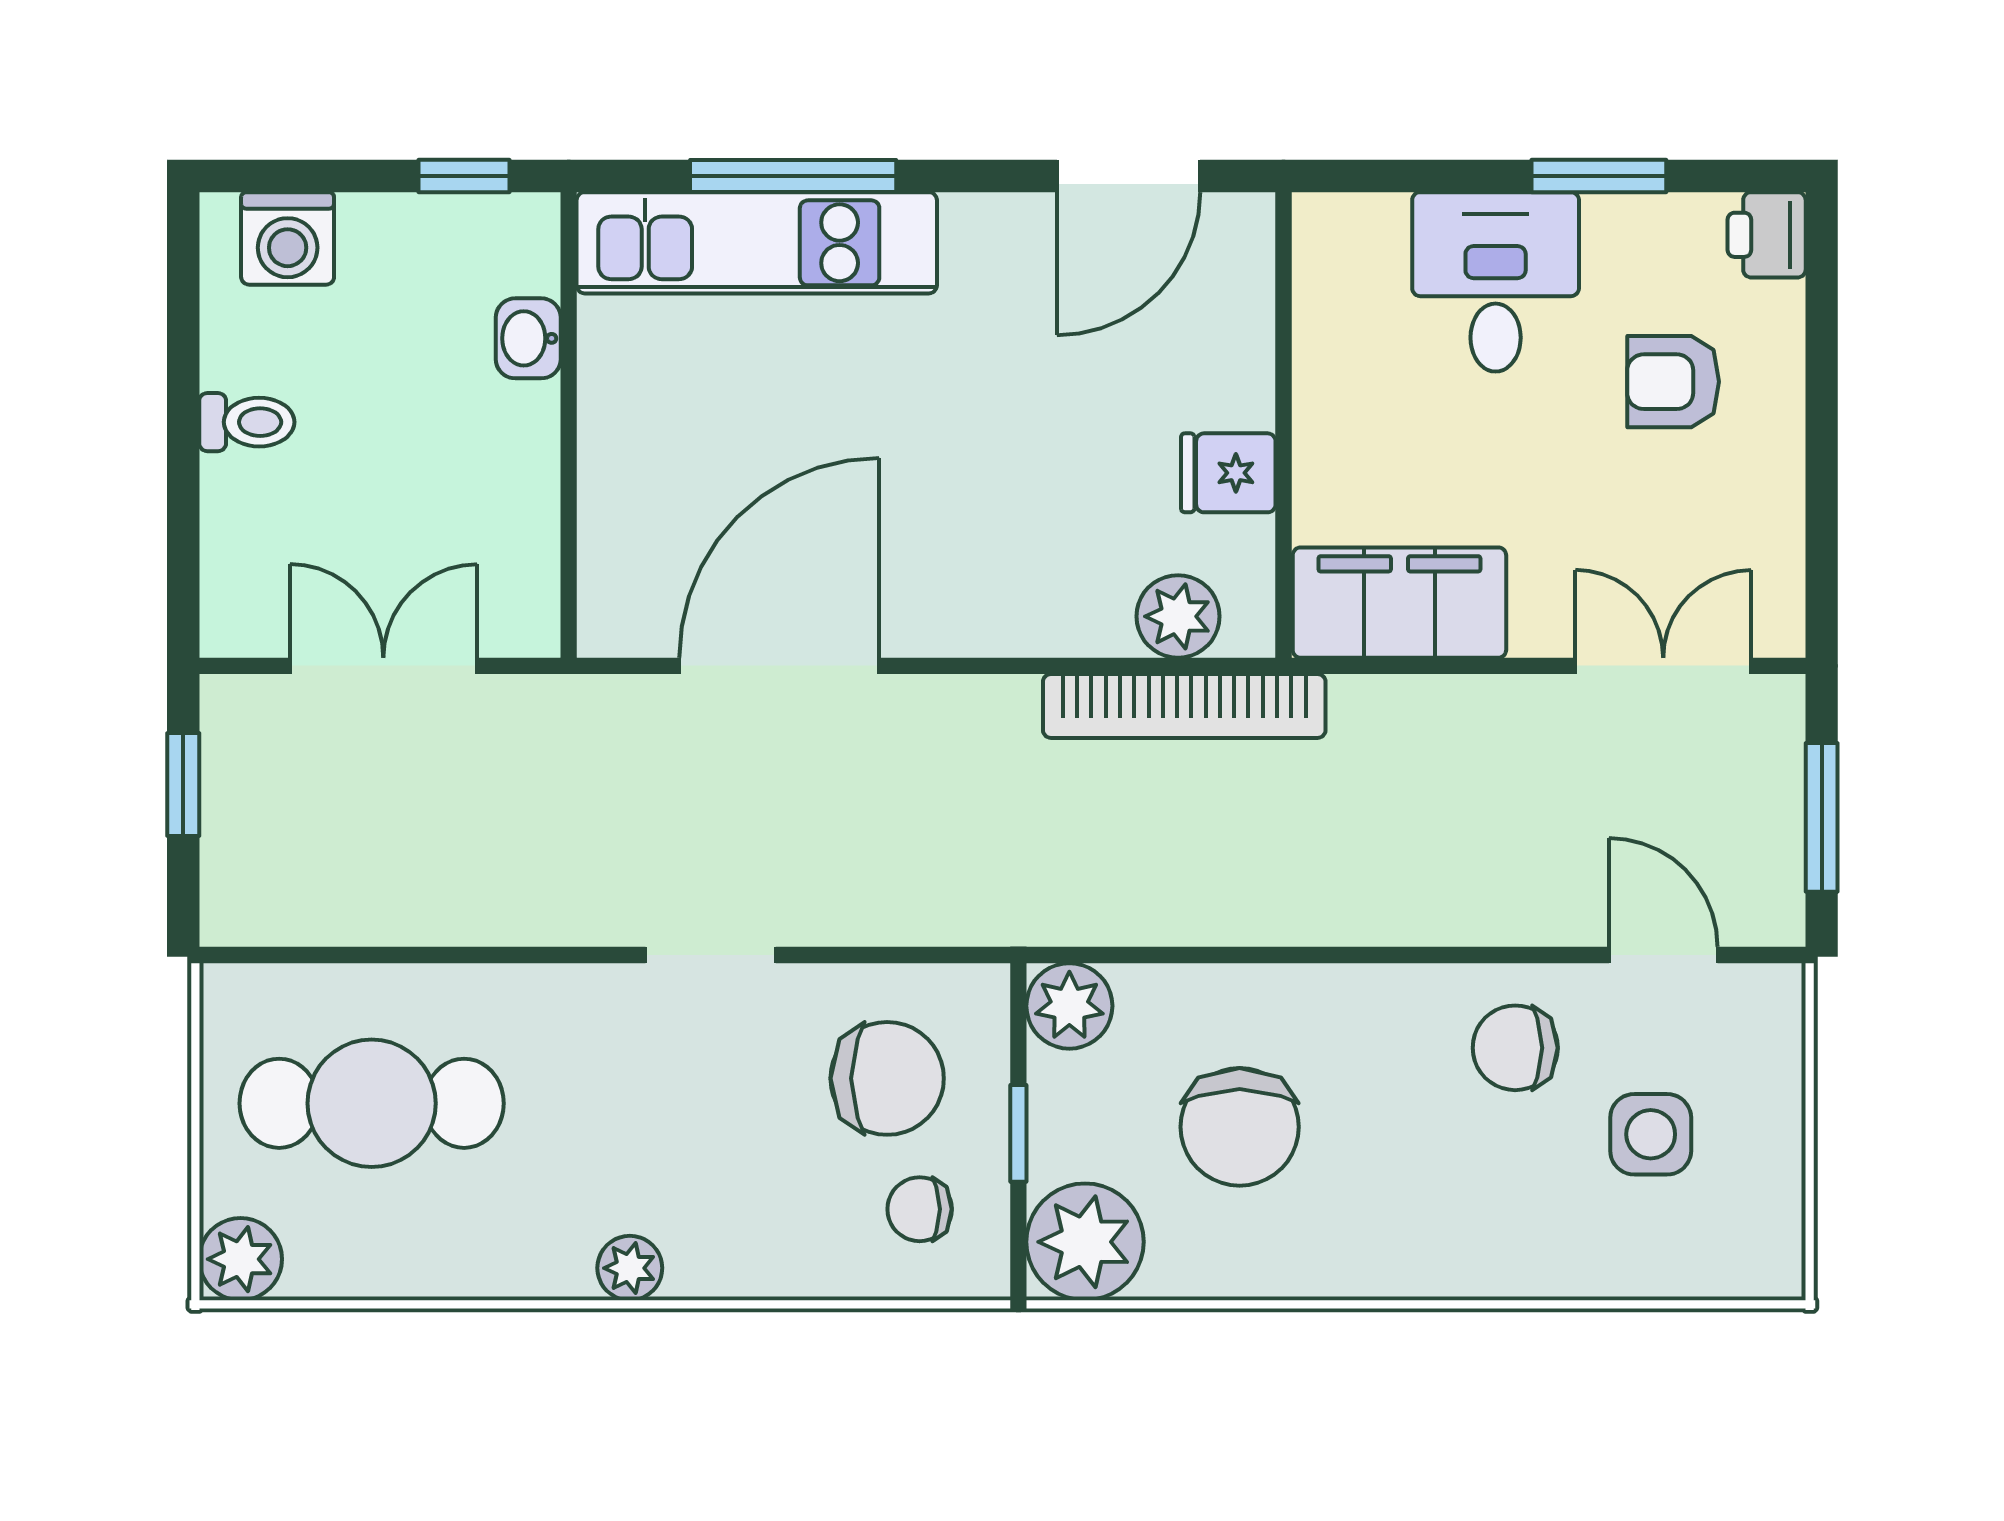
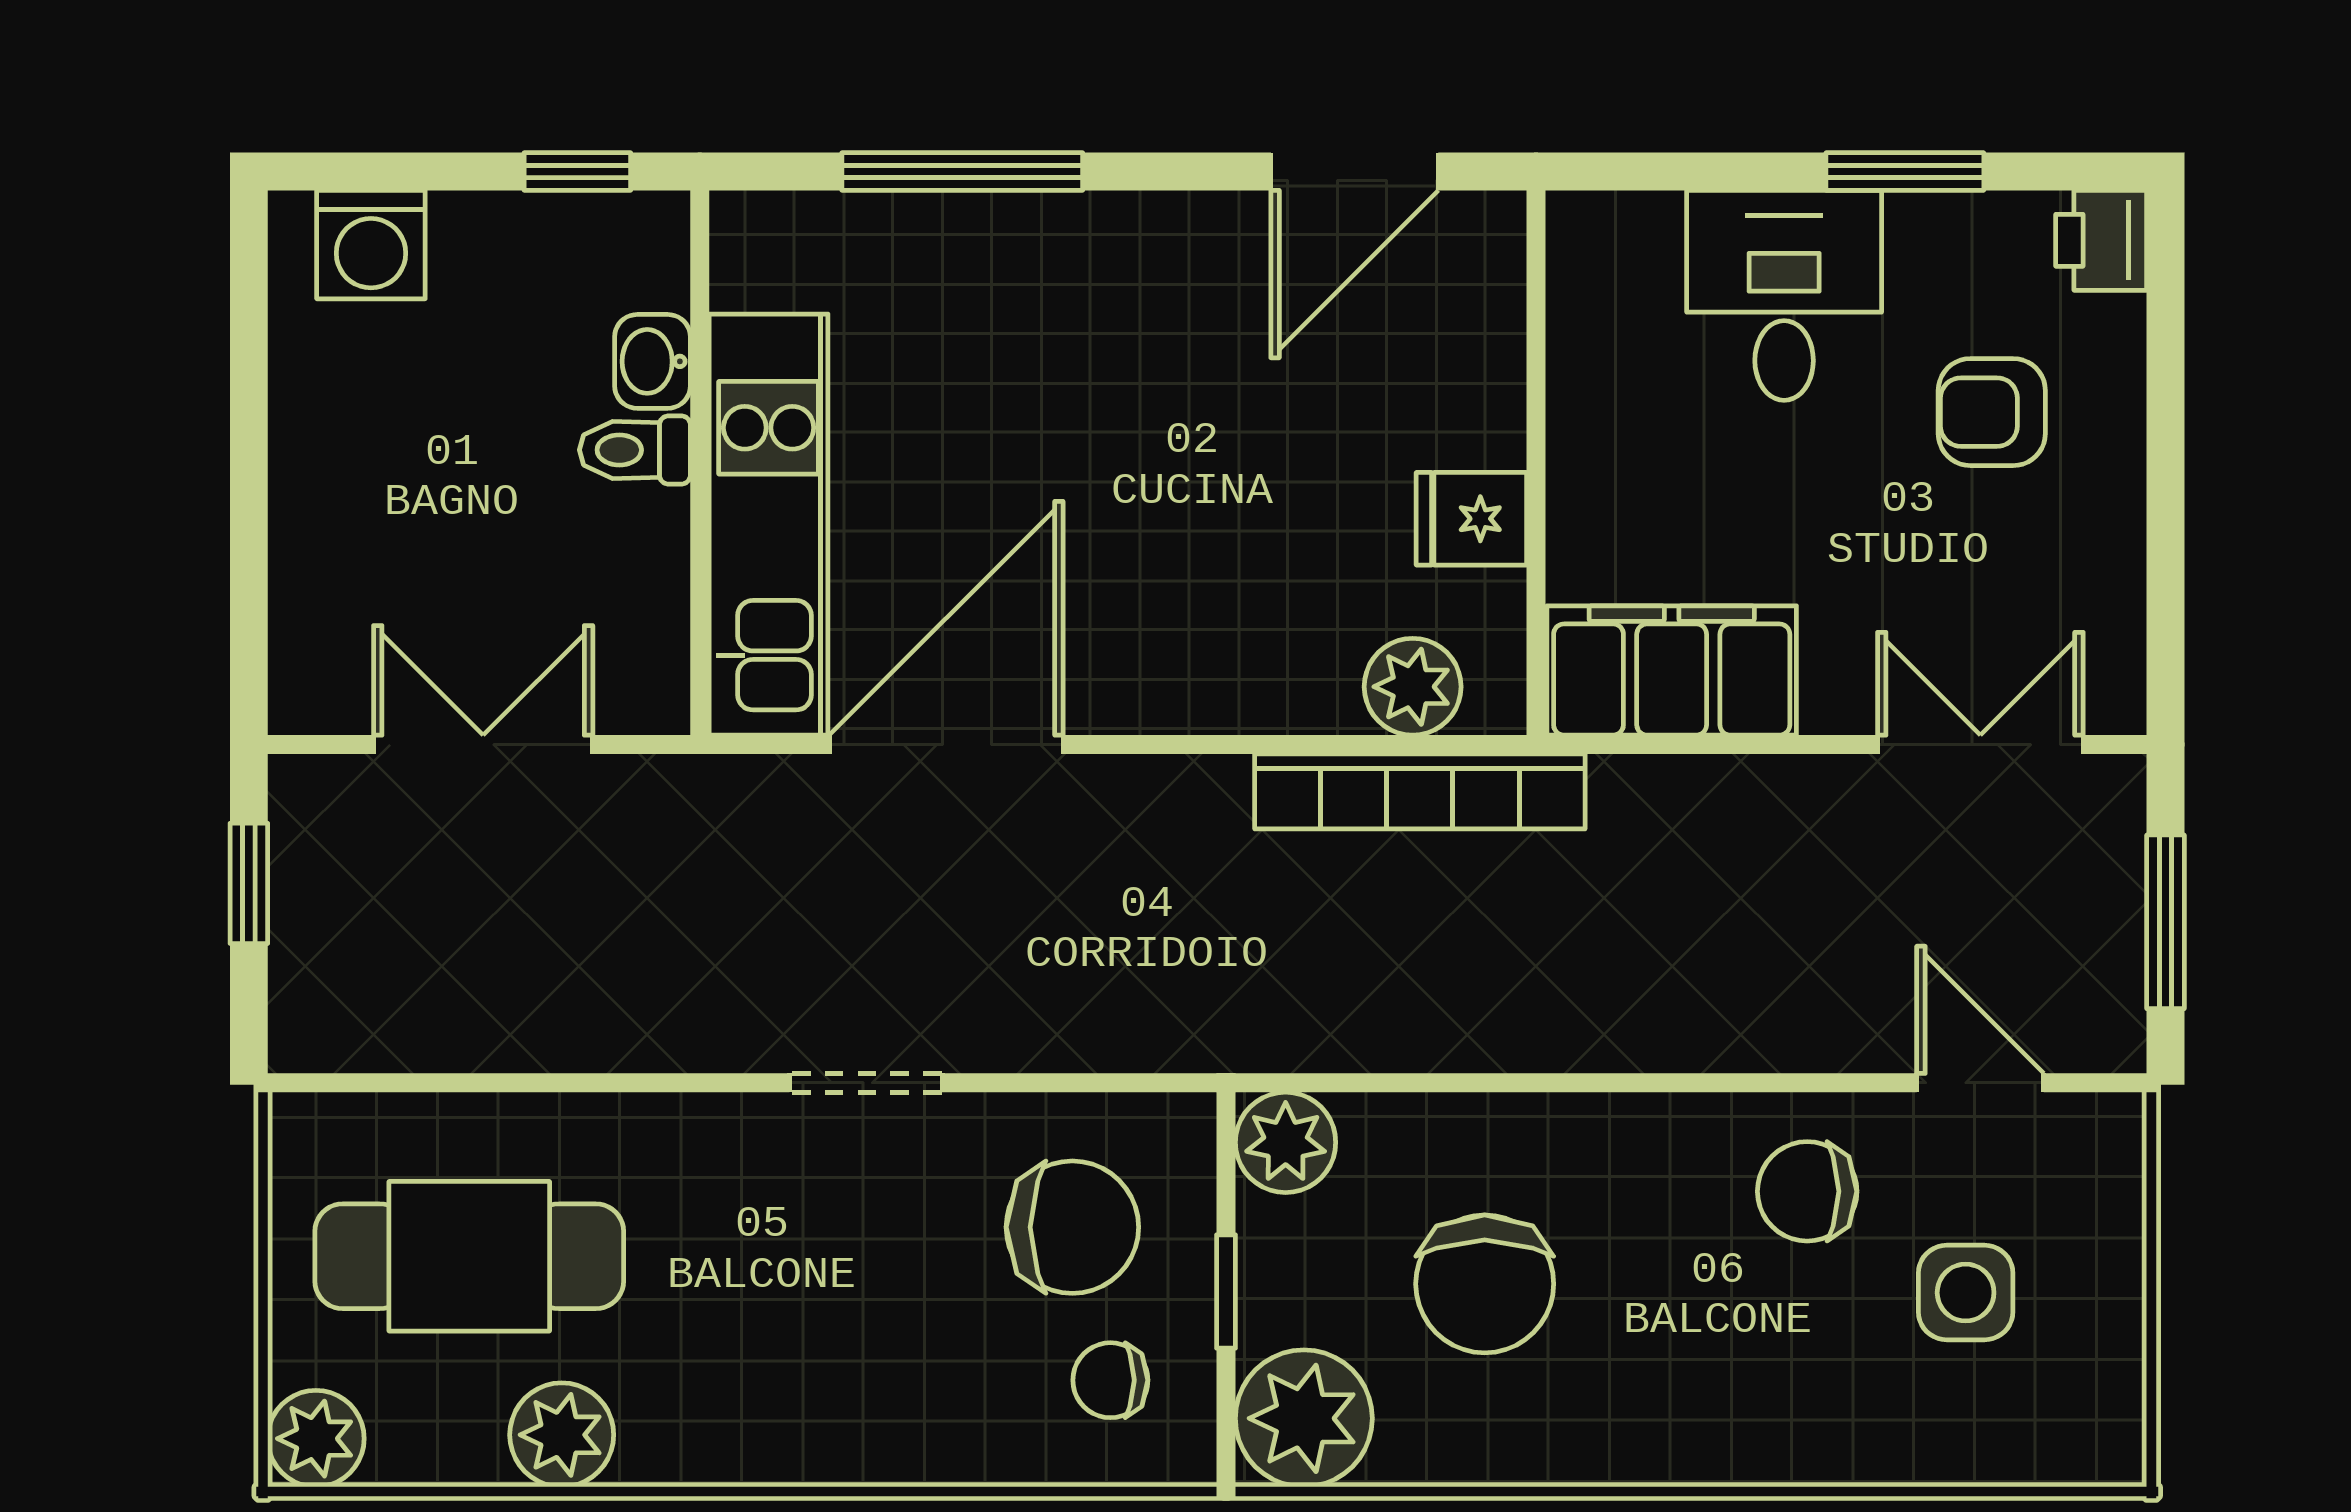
kitchen unit: (757, 243) -> (769, 525), moved, turned -90
toilet: (247, 422) -> (635, 450), moved, turned 180
plant: (630, 1268) -> (562, 1435), moved, width x1.38, depth x1.38

